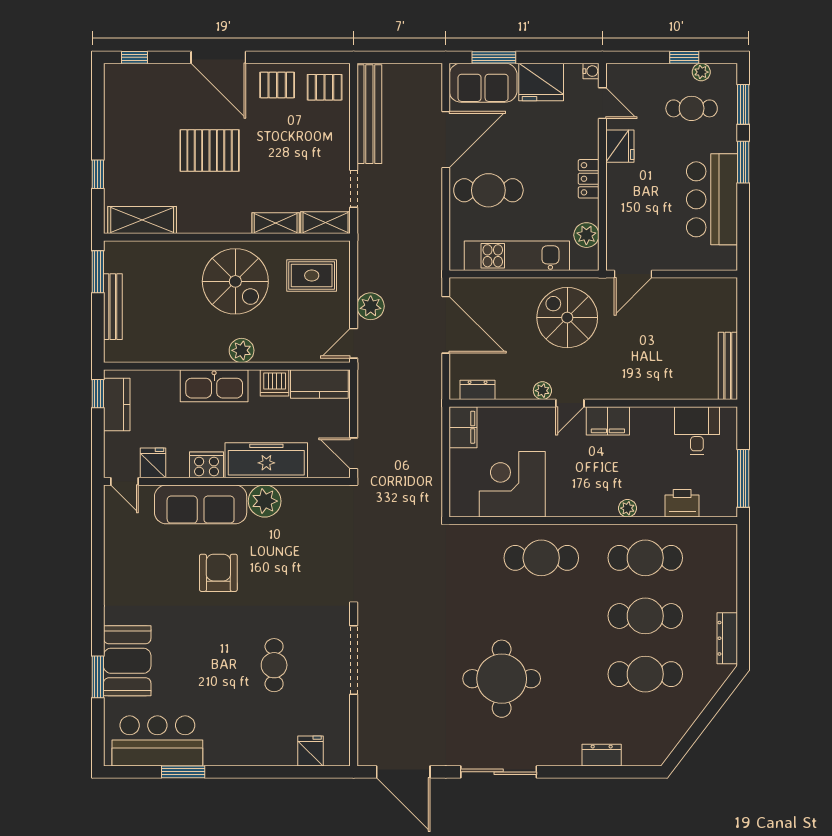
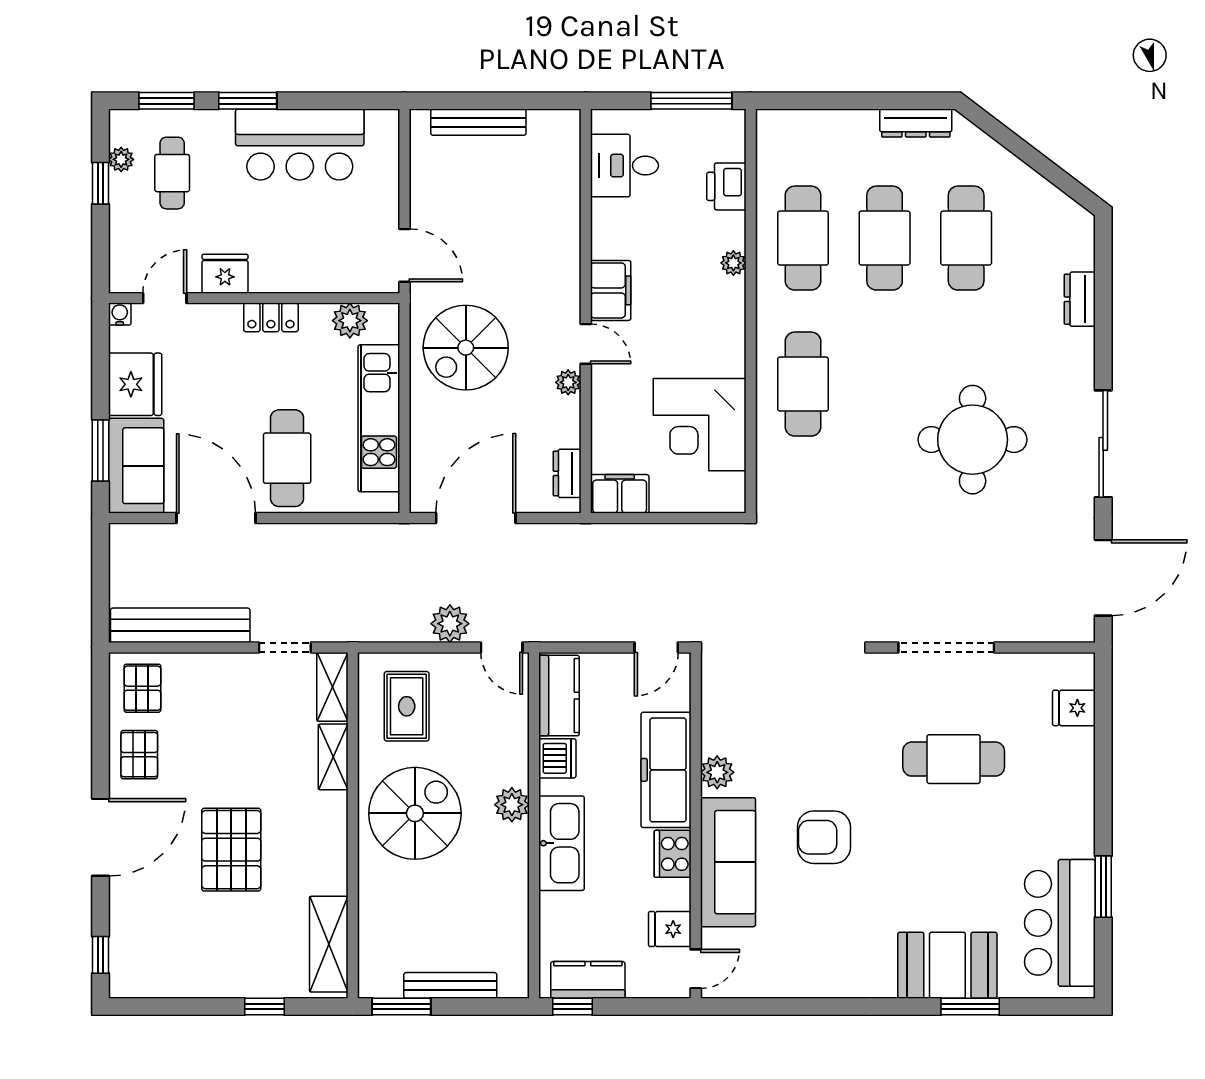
bench: (728, 366) -> (478, 122), moved
plant: (265, 501) -> (717, 772), width x0.73, depth x0.73
cafe table: (274, 665) -> (954, 759), width x1.37, depth x1.35

